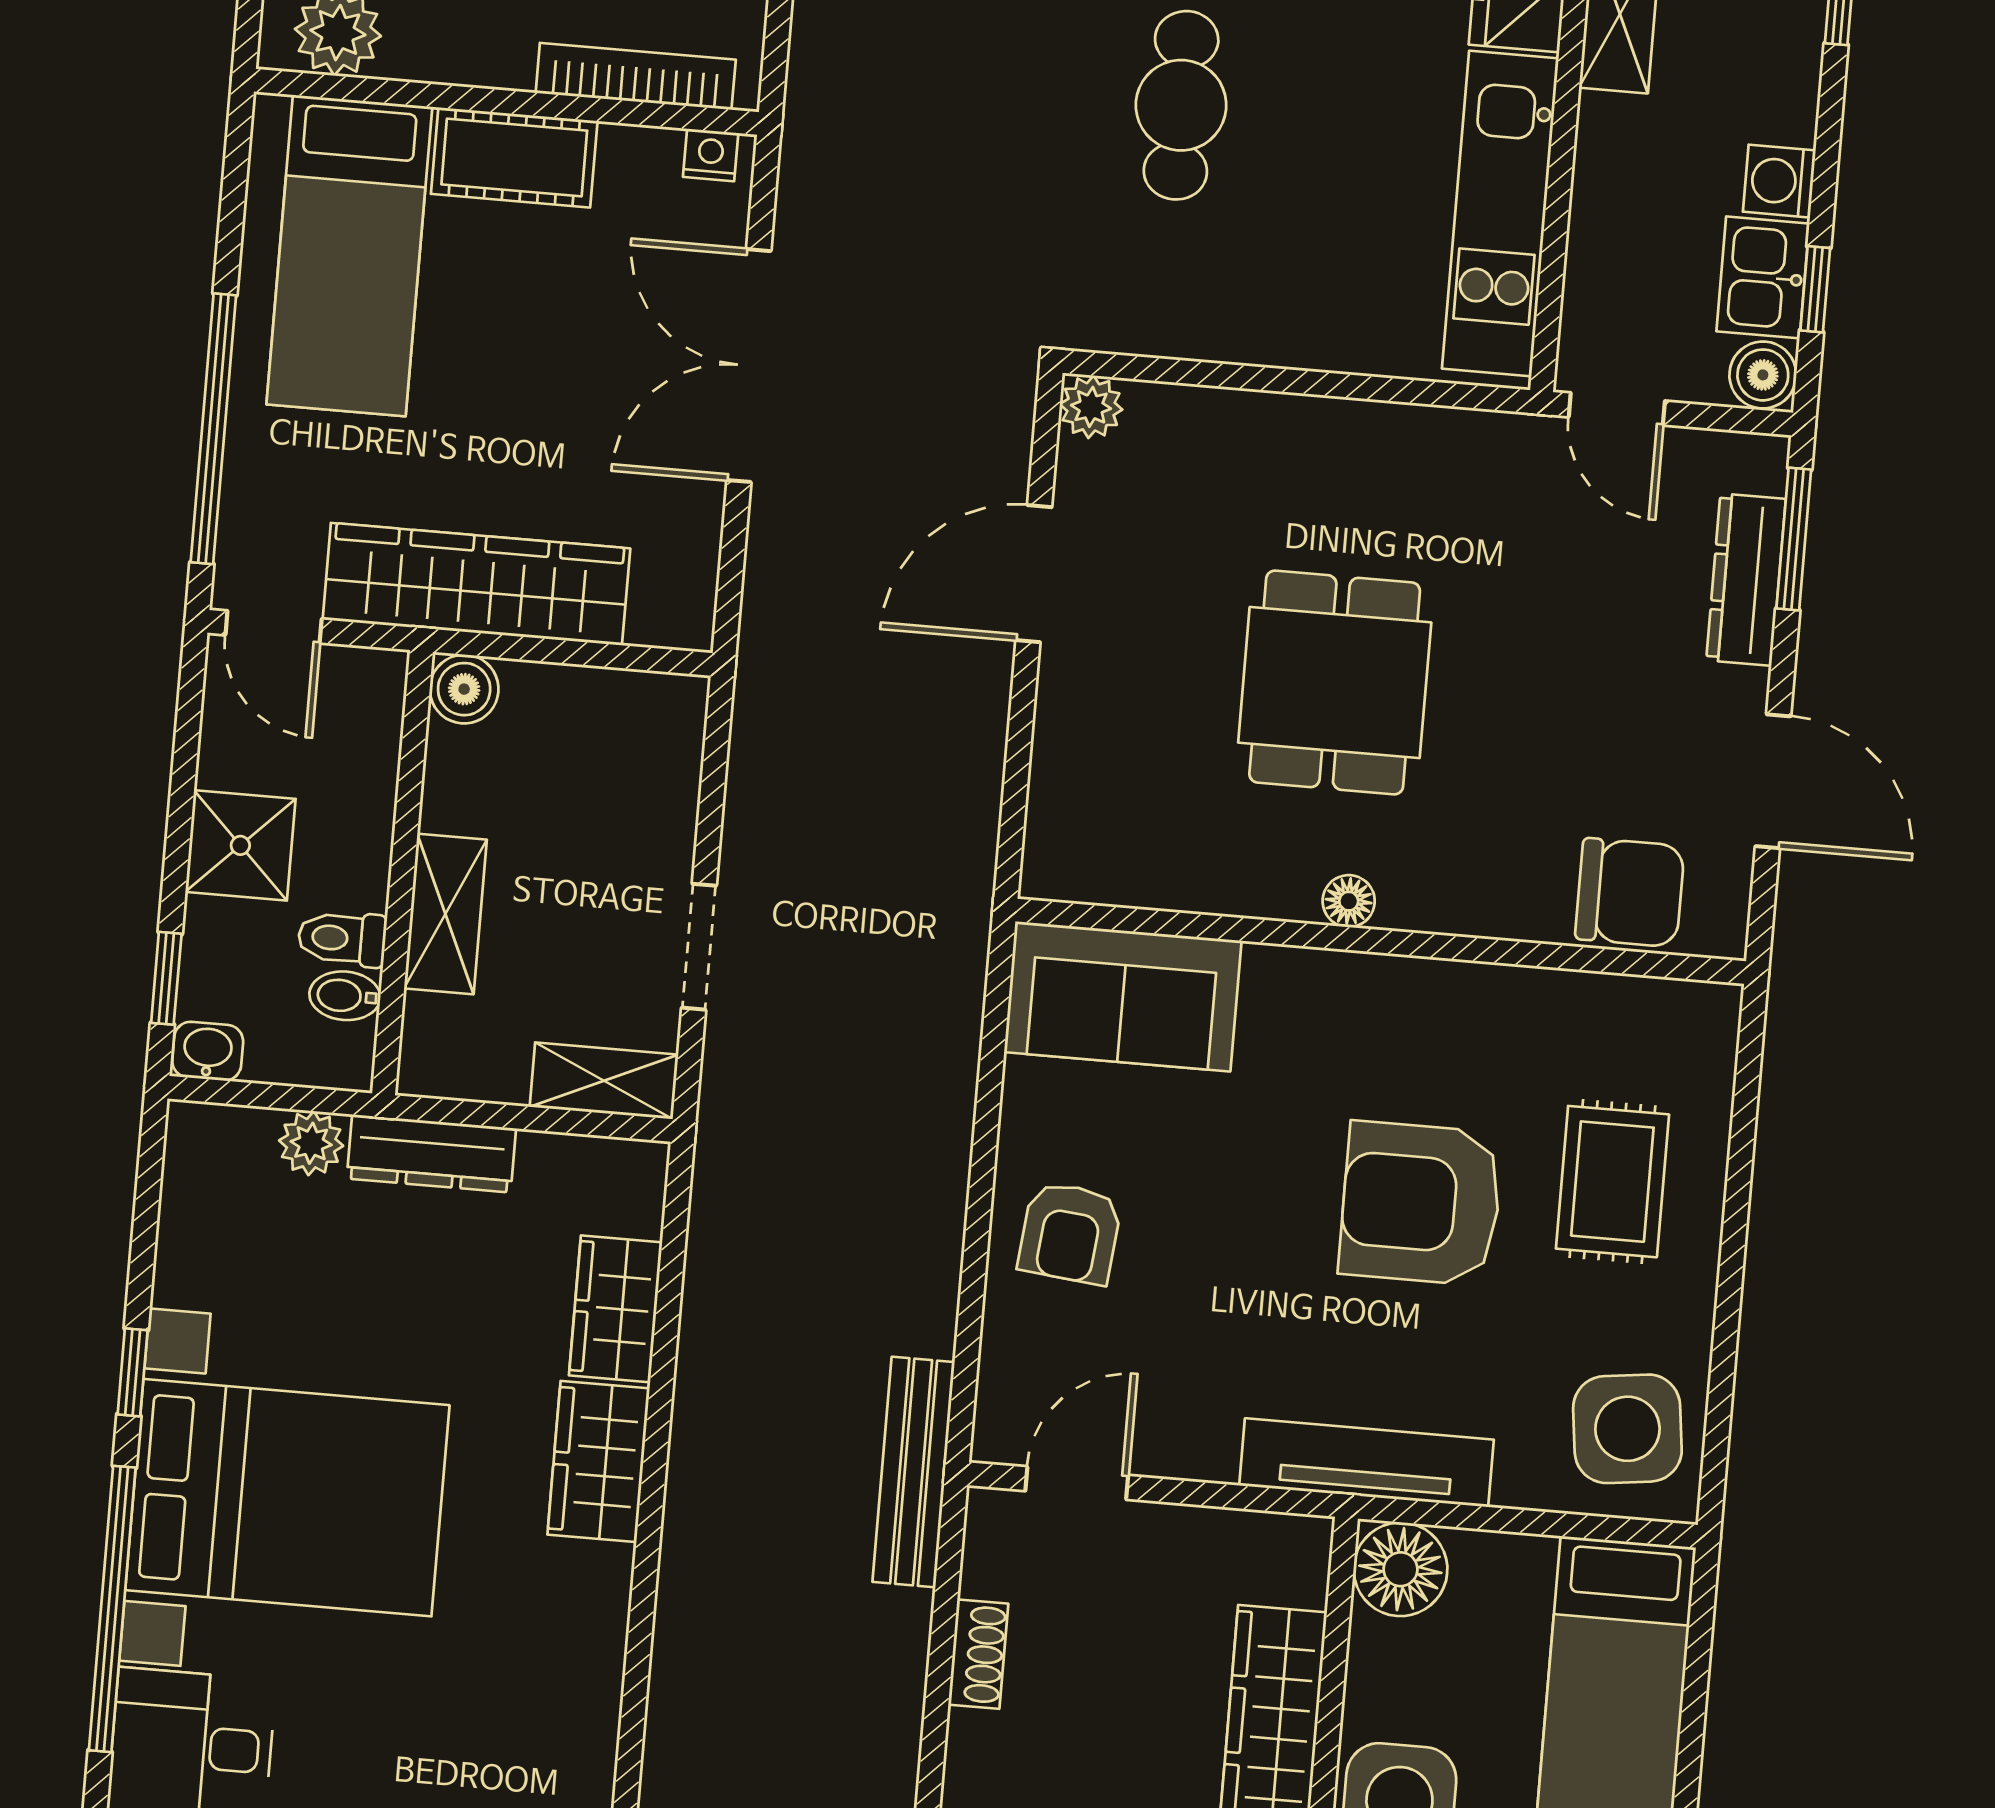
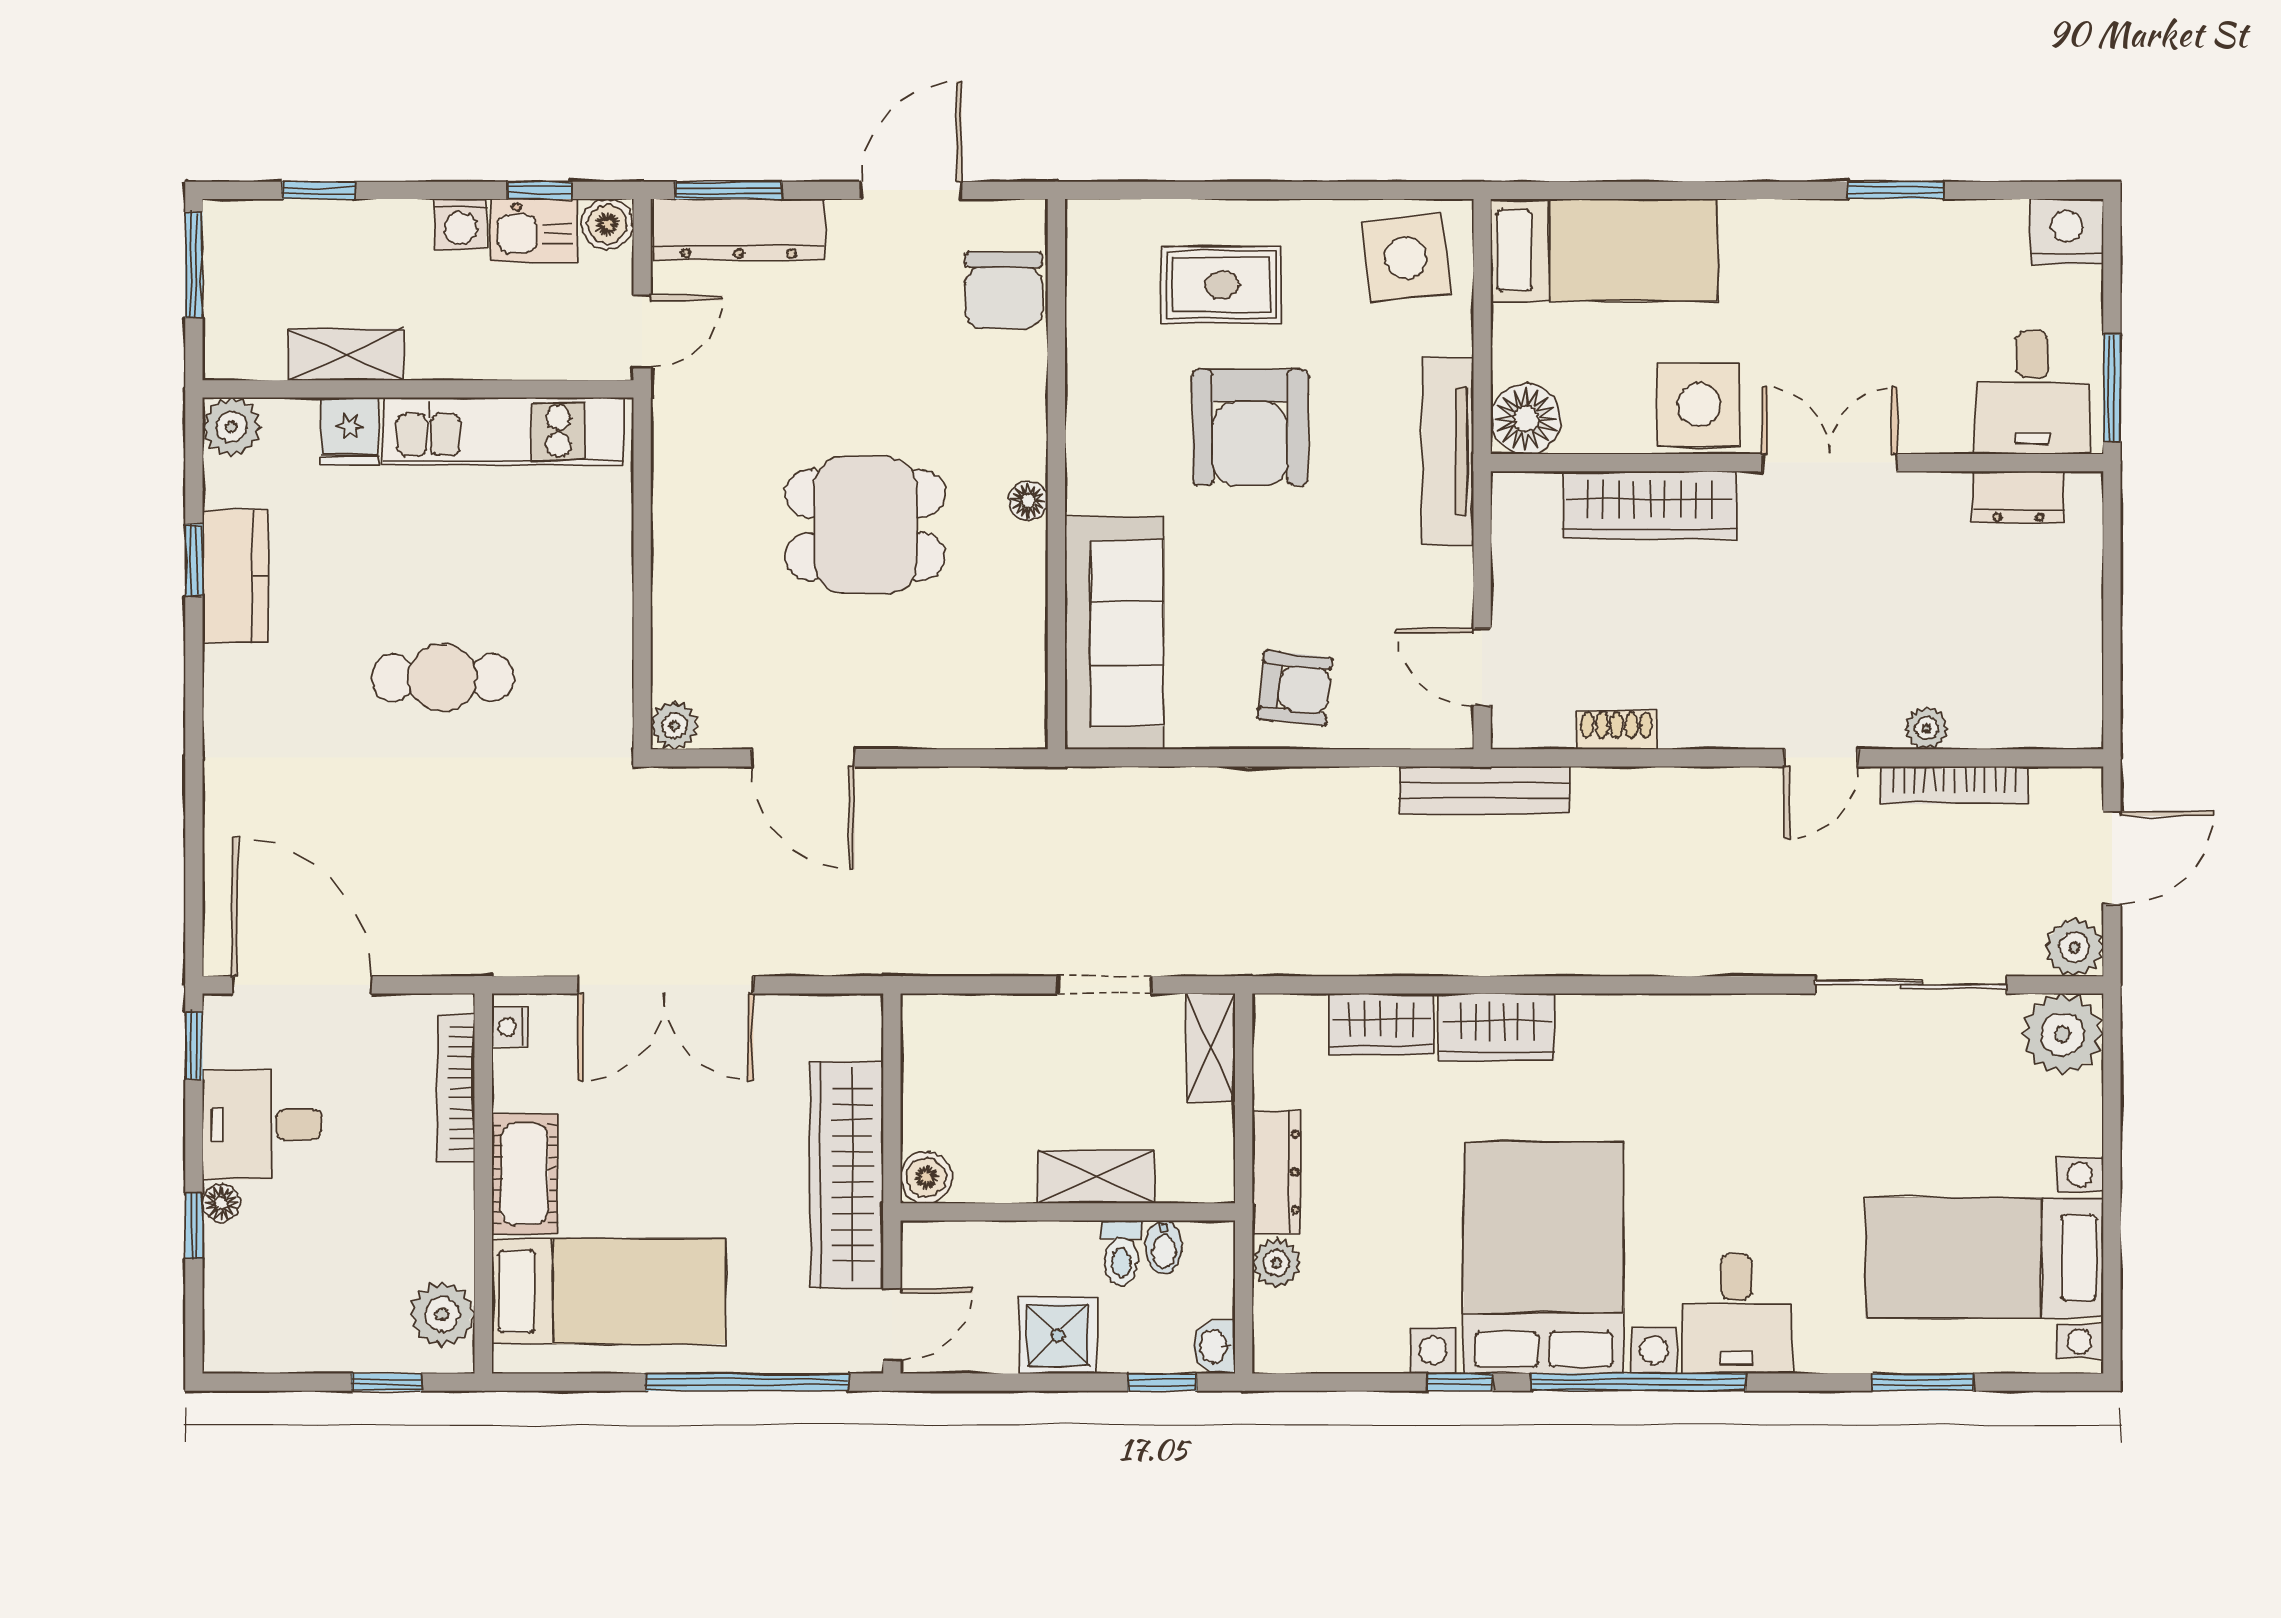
dresser: (1746, 580) -> (739, 230), width x1.37, depth x1.24
chair: (1630, 893) -> (1004, 290), turned 180
sofa: (1123, 996) -> (1114, 633), width x1.36

